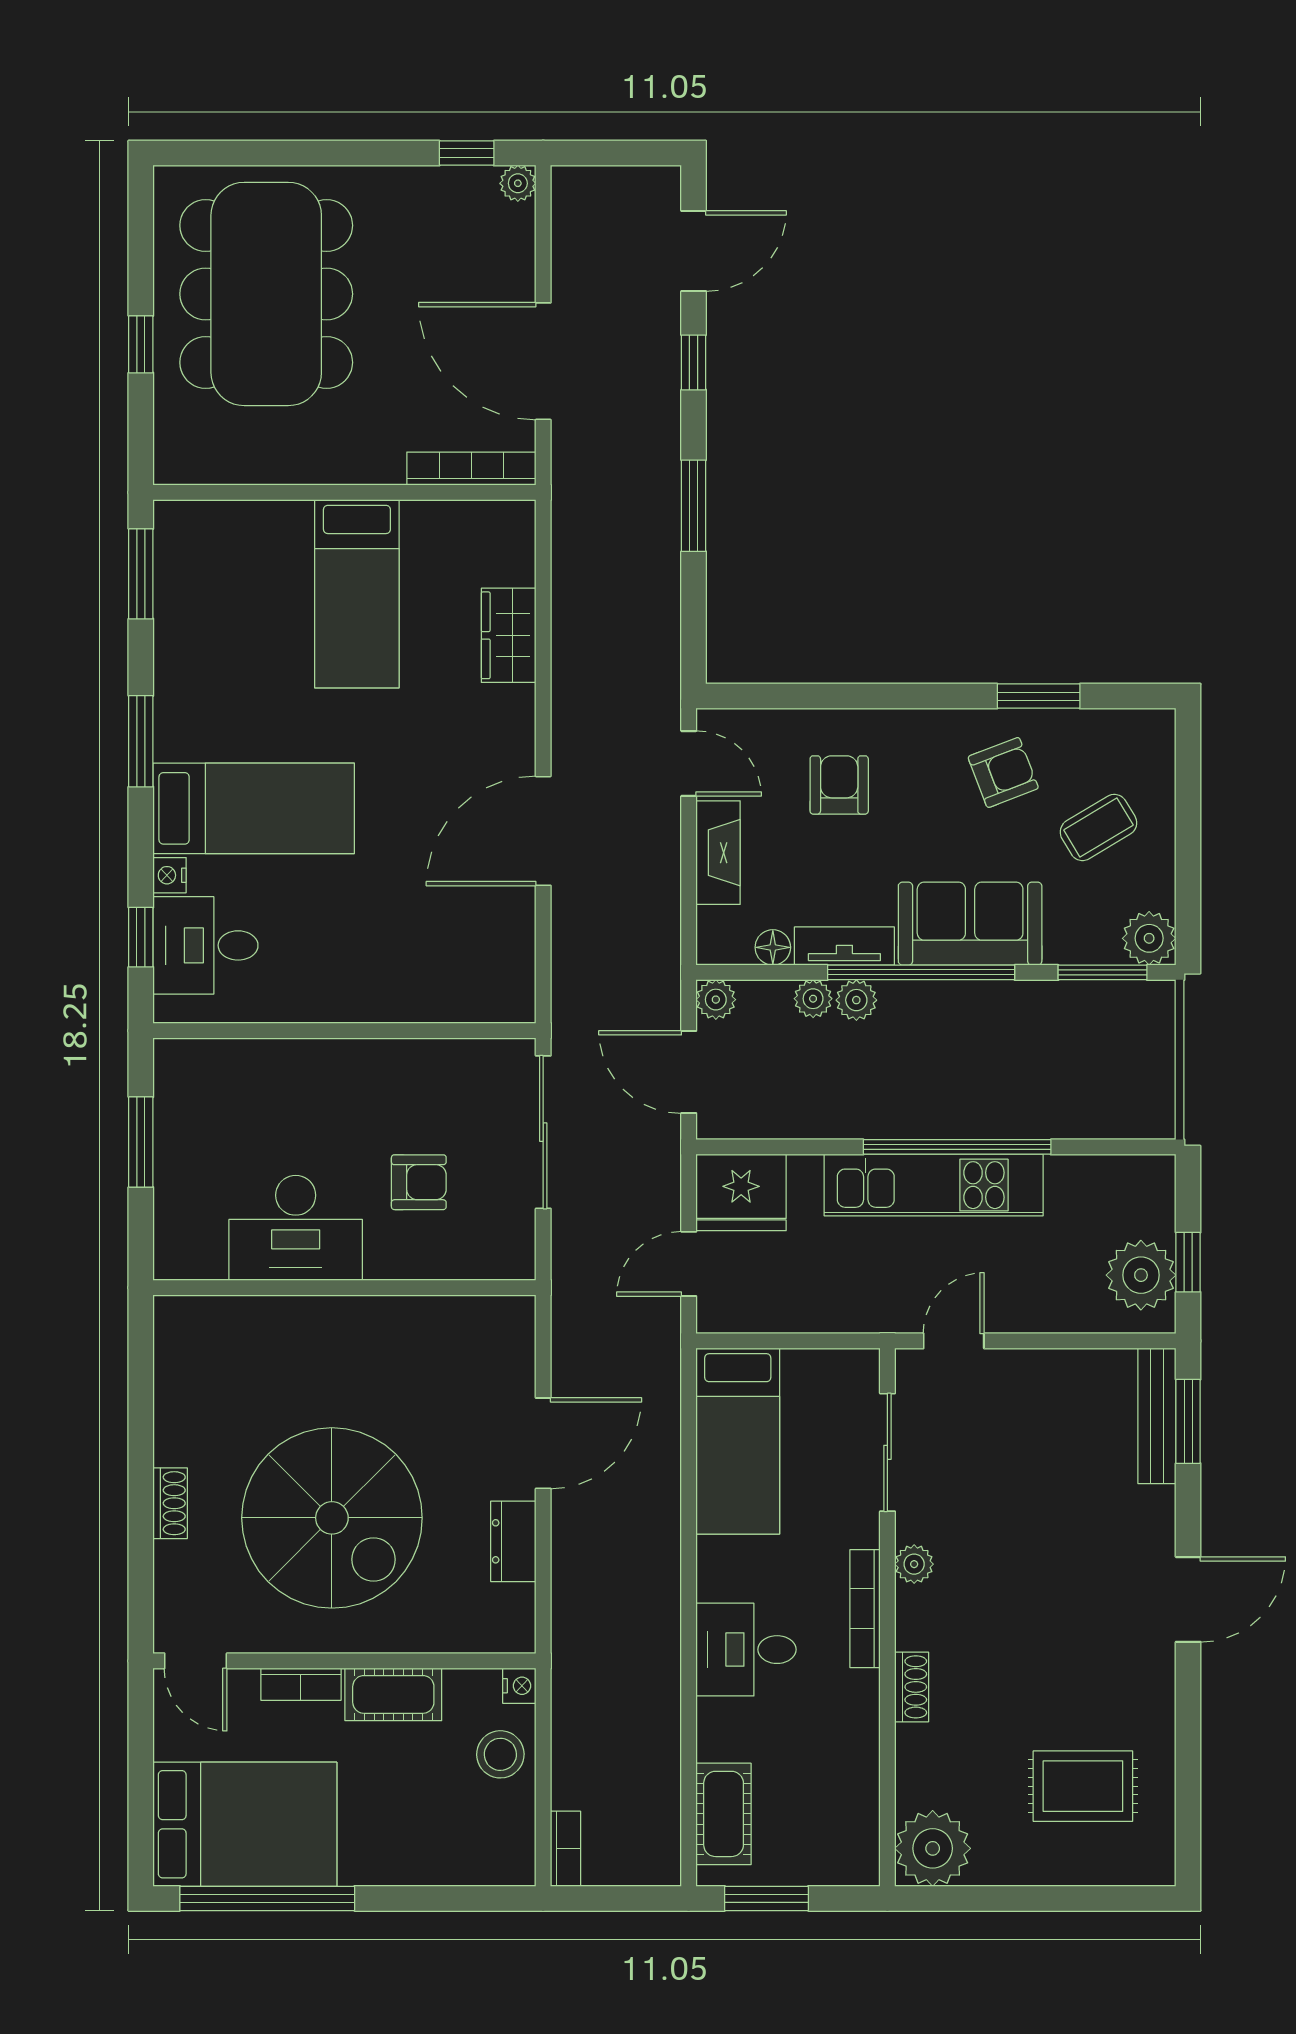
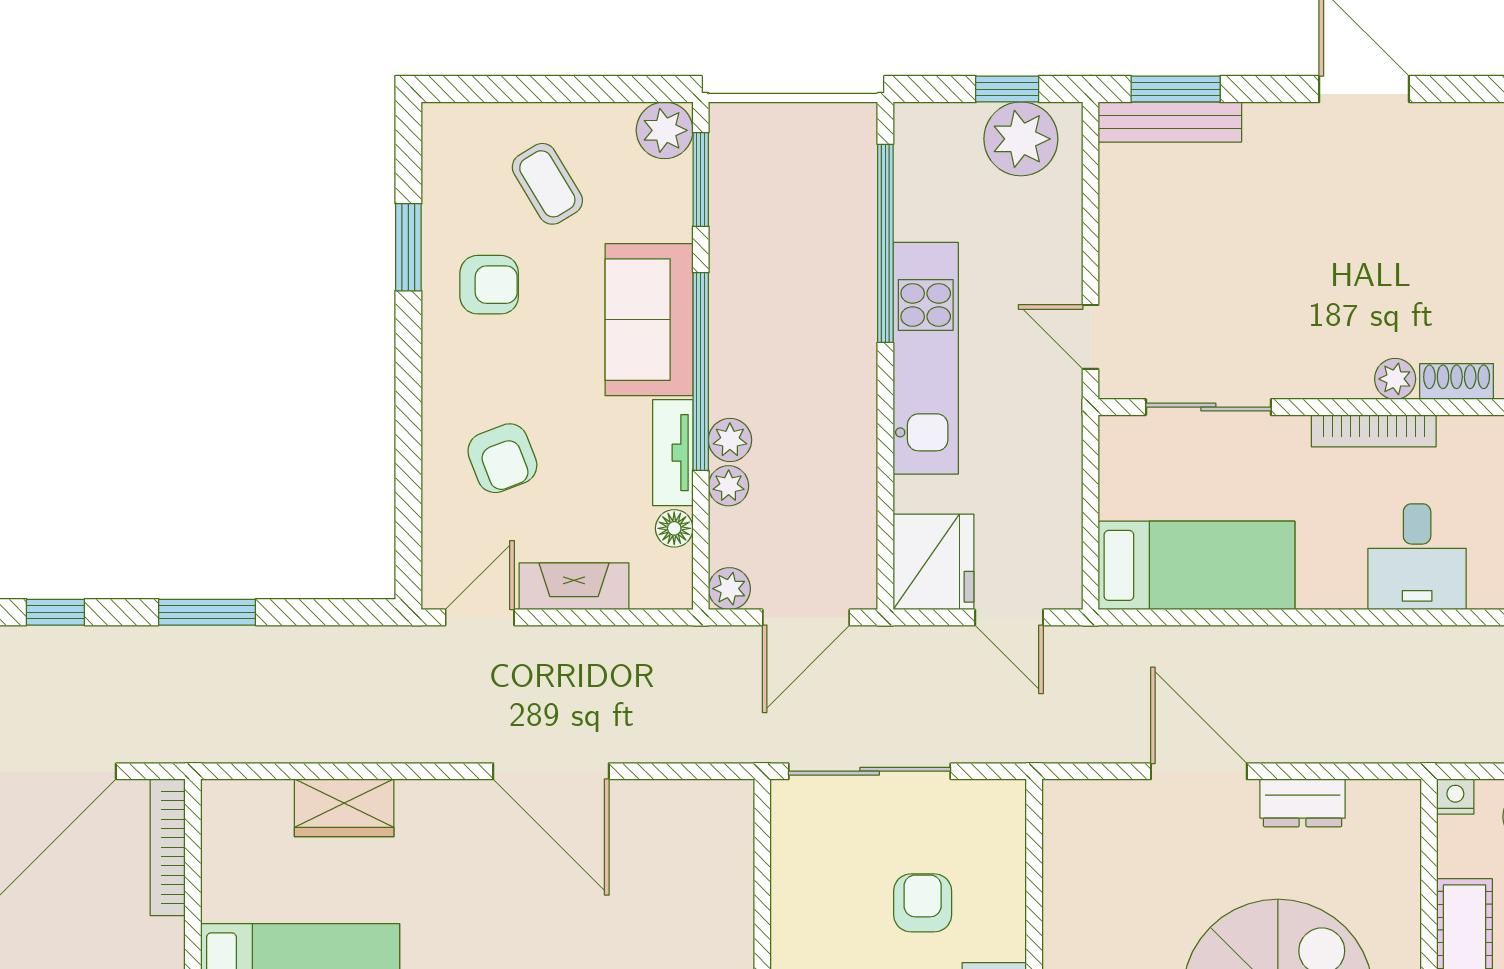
armchair: (1003, 772) -> (489, 285), turned 111
armchair: (839, 785) -> (502, 458), turned -111
window: (957, 1147) -> (885, 243), moved
plant: (914, 1564) -> (1395, 379), moved

